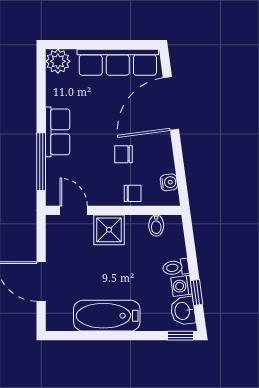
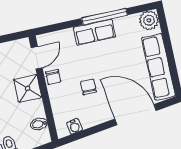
window: (41, 162) -> (104, 17), moved
chair: (133, 193) -> (53, 77), moved

